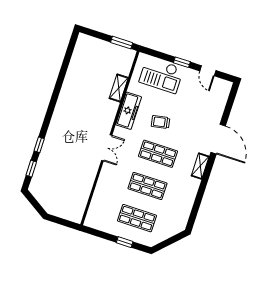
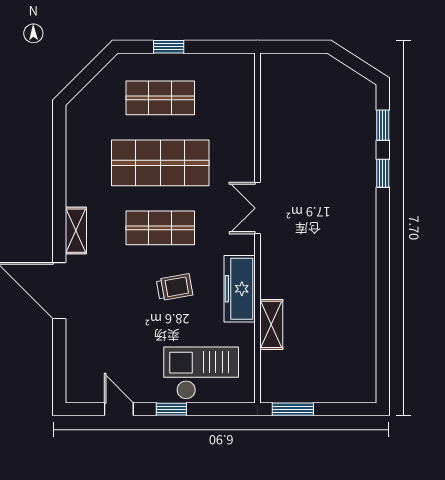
shop shelf: (148, 186) -> (160, 163), width x1.43, depth x1.36

